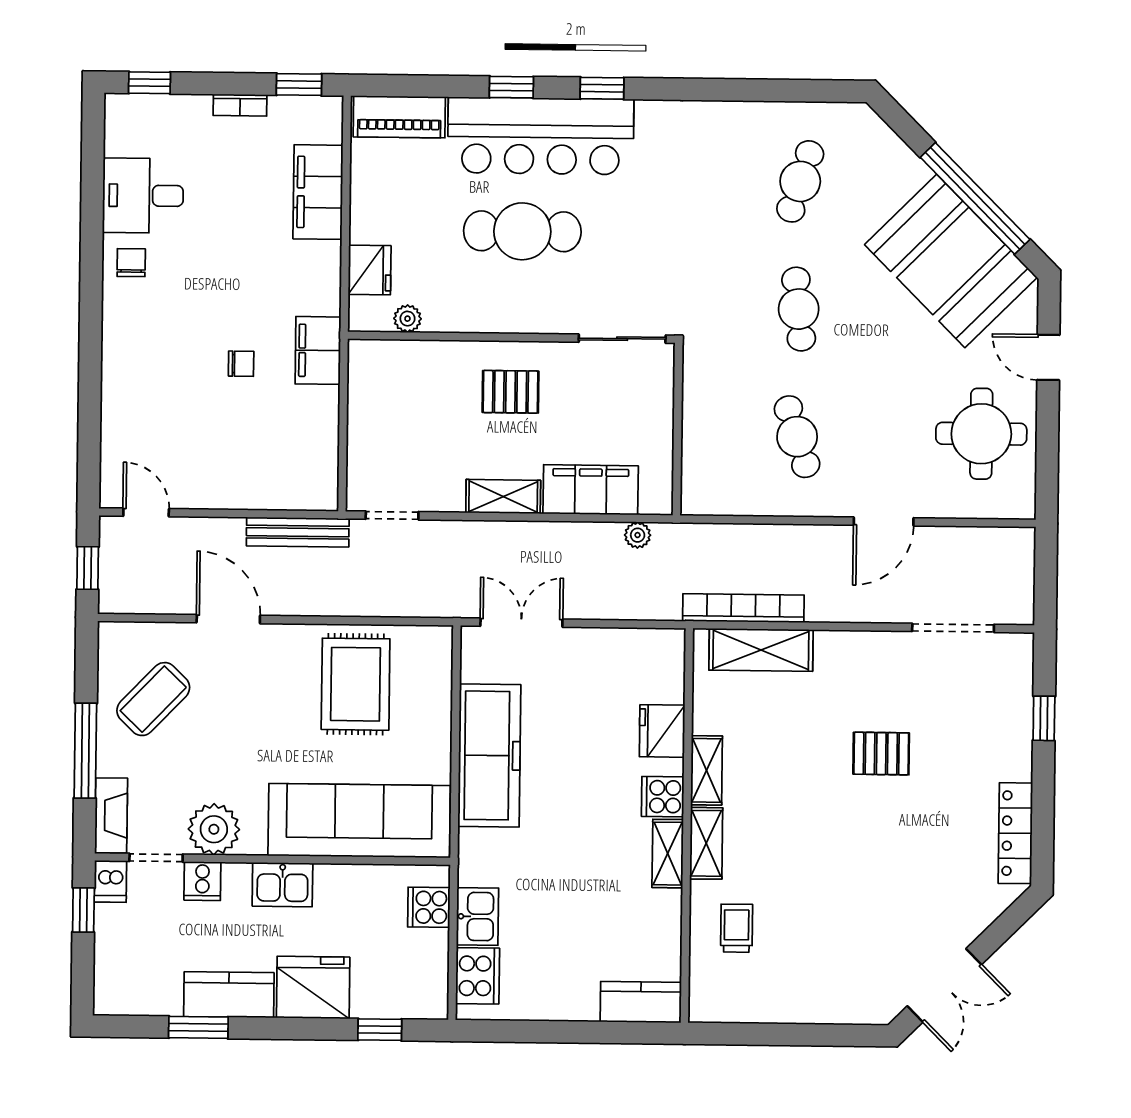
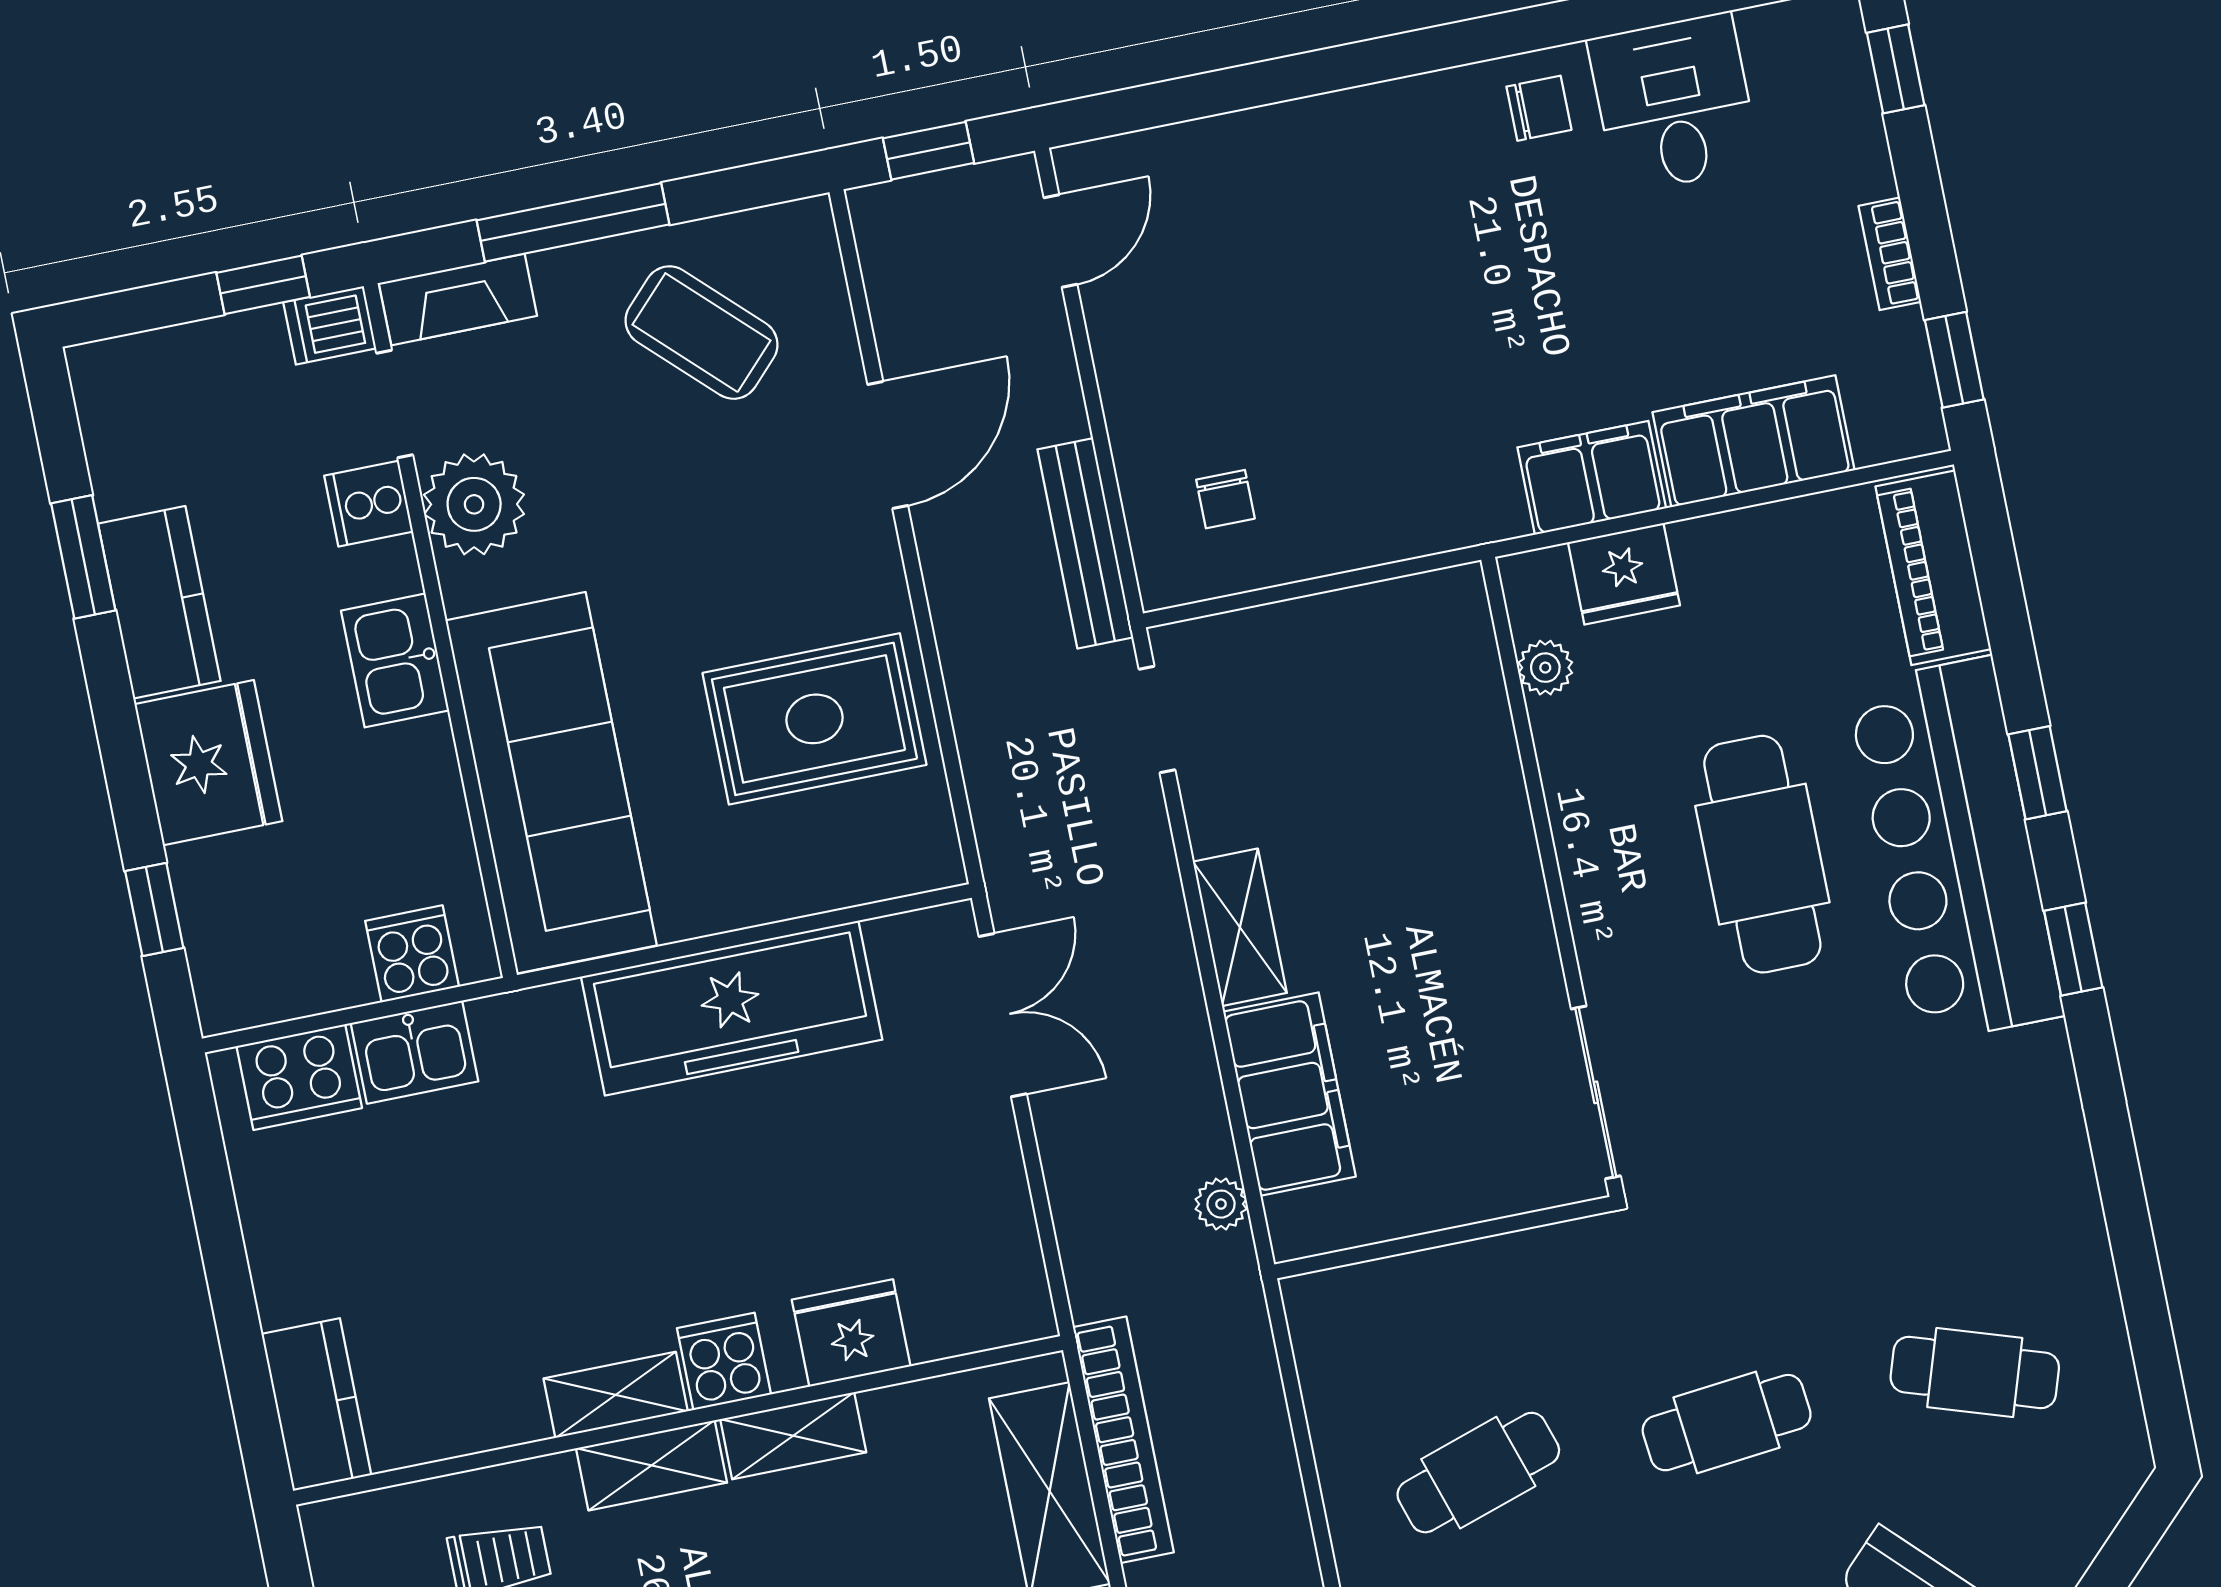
filing cabinet: (318, 350) -> (1592, 478), moved
chair: (241, 364) -> (1225, 499), moved
pallet: (510, 392) -> (1446, 898), removed

